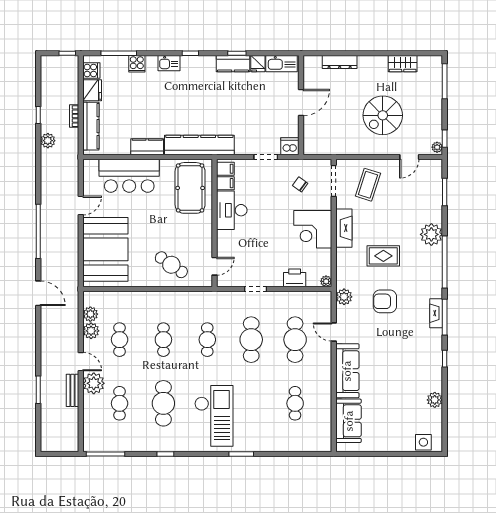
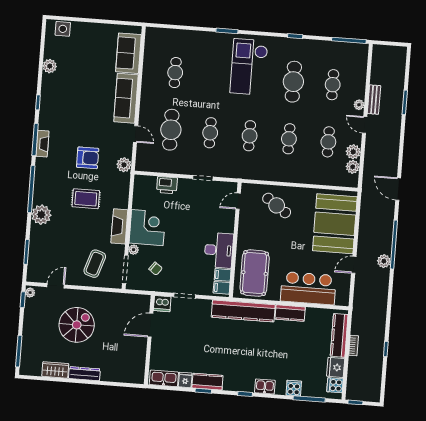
dresser: (340, 62) -> (84, 374), moved
door: (301, 103) -> (150, 325), moved
plant: (48, 141) -> (384, 261), moved
plant: (326, 281) -> (134, 250), moved
cafe table: (251, 340) -> (210, 133), width x0.73, depth x0.74
plant: (94, 383) -> (359, 105), width x0.53, depth x0.53

